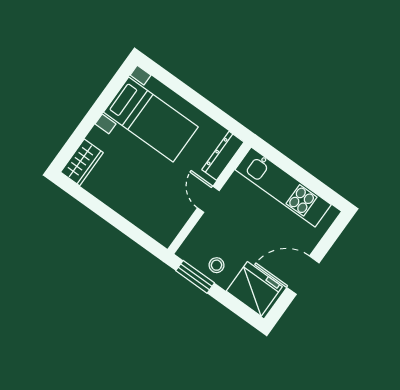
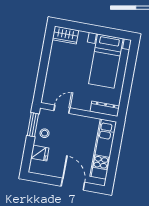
door: (208, 199) -> (62, 109), moved
door: (303, 275) -> (73, 184), moved
fridge: (254, 289) -> (40, 153), width x0.53, depth x0.75

